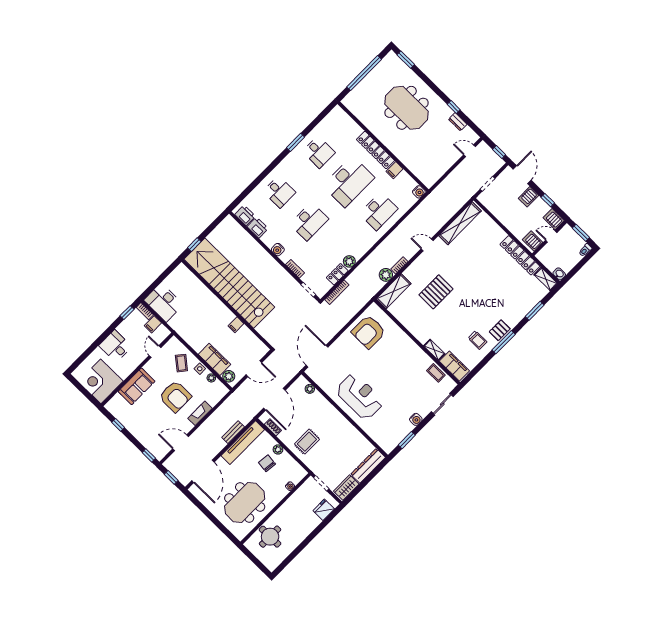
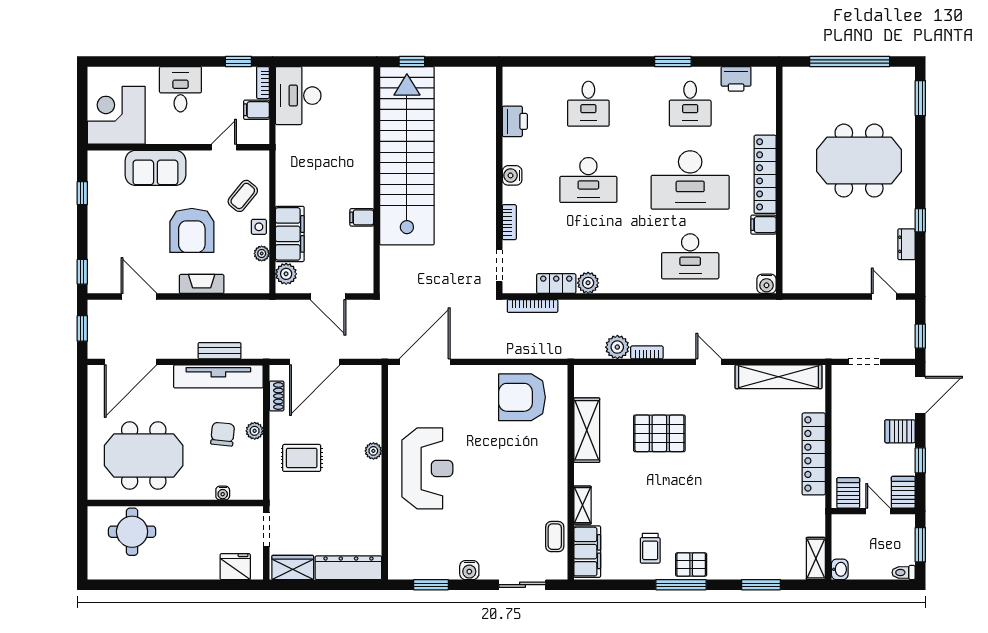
meeting table: (407, 108) -> (859, 161), turned 90
printer: (245, 215) -> (736, 79), moved, turned 90
locker: (520, 255) -> (814, 454), moved
shelving: (394, 291) -> (587, 430), moved, turned 90
plant: (310, 389) -> (373, 451), moved

